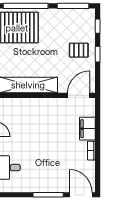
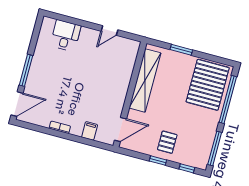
door: (79, 95) -> (120, 130), hinge flipped
filing cabinet: (87, 129) -> (90, 131), width x0.50

